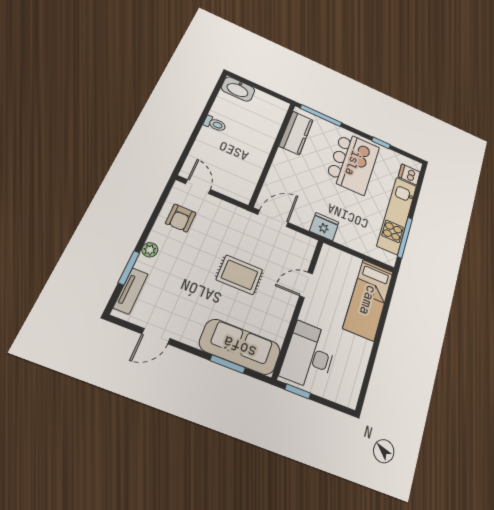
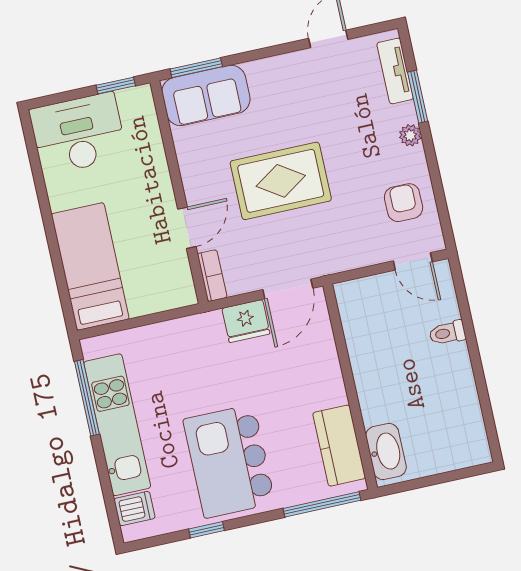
washbasin: (238, 89) -> (386, 452), moved, turned 90
toilet: (215, 124) -> (447, 333), moved
fridge: (324, 227) -> (246, 321), moved
bookcase: (308, 252) -> (212, 276), added
rug: (240, 275) -> (281, 181), width x1.36, depth x1.43
sofa: (240, 347) -> (206, 95), width x0.73
desk: (309, 356) -> (78, 134), moved, turned -90
window: (228, 364) -> (196, 68), moved

